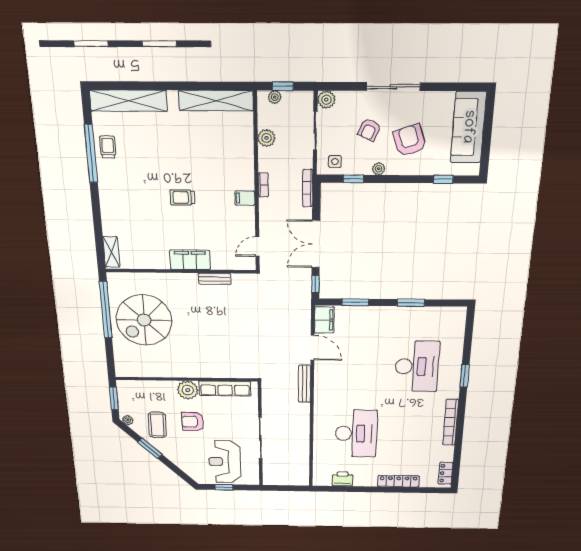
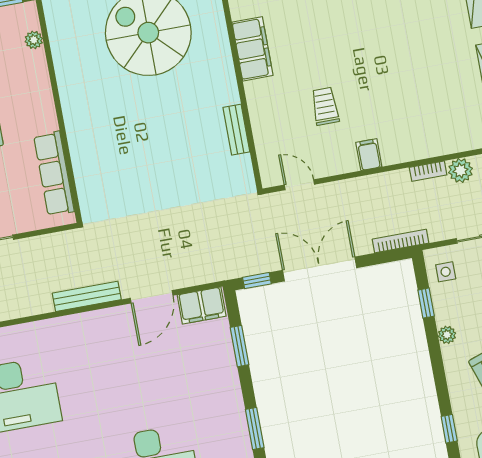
bookcase: (263, 185) -> (428, 171), moved
trolley: (182, 197) -> (325, 106), moved
filing cabinet: (190, 260) -> (252, 49), moved
plant: (188, 390) -> (34, 40), moved, width x0.53, depth x0.53

